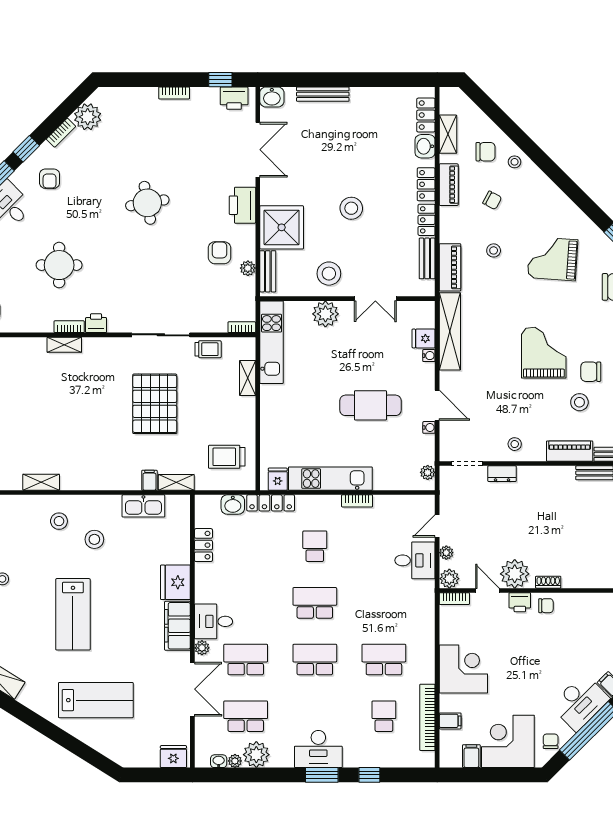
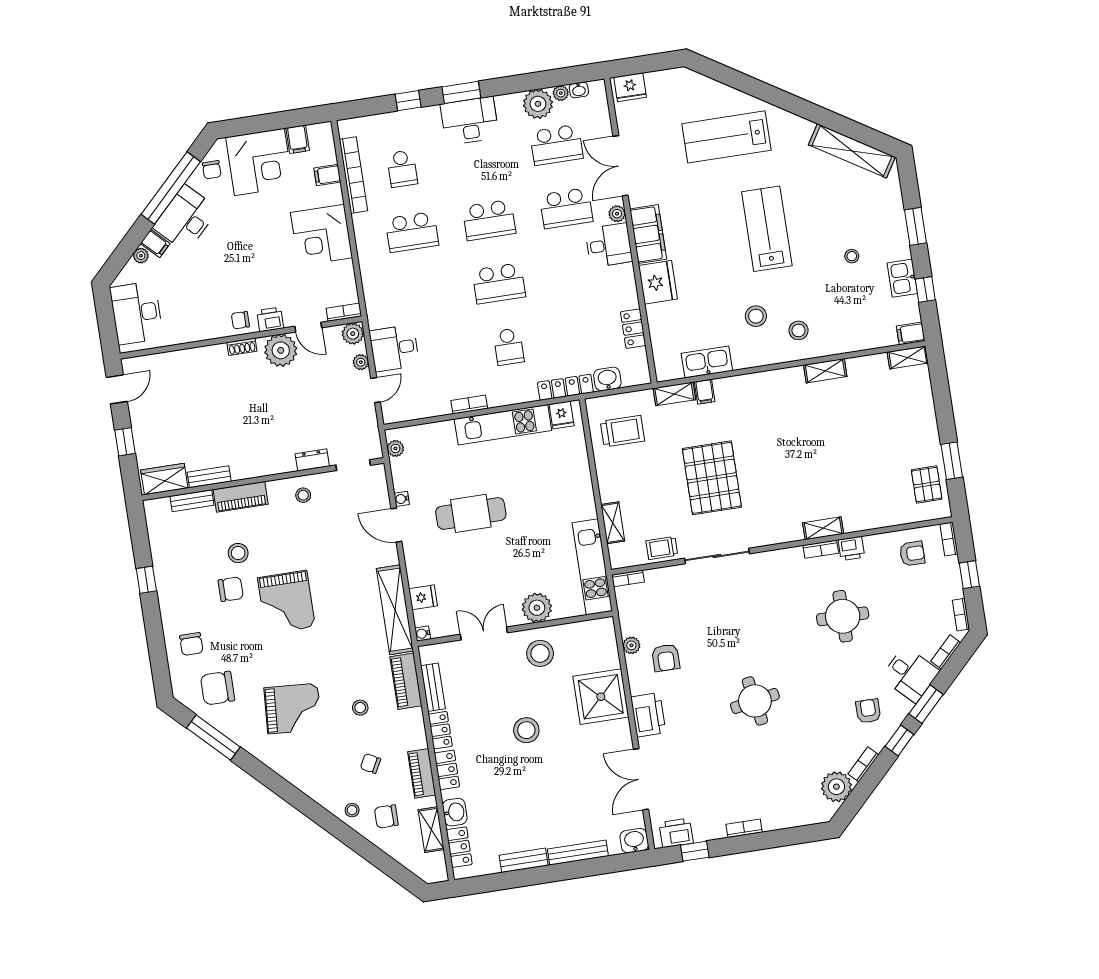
bench: (268, 271) -> (524, 860), moved, turned 90
printer: (96, 323) -> (851, 548), moved
water cooler: (429, 356) -> (423, 633), moved

